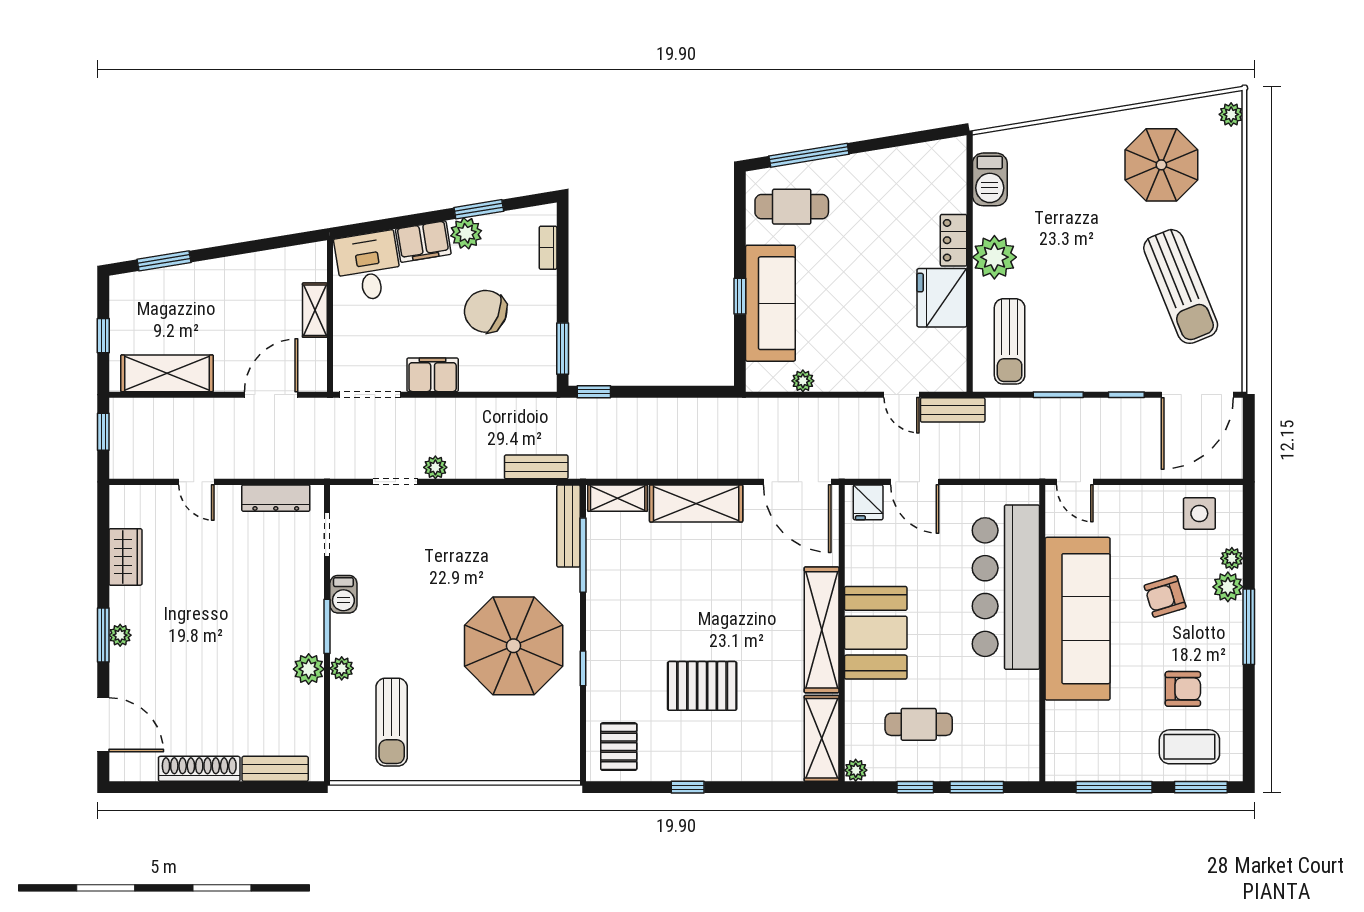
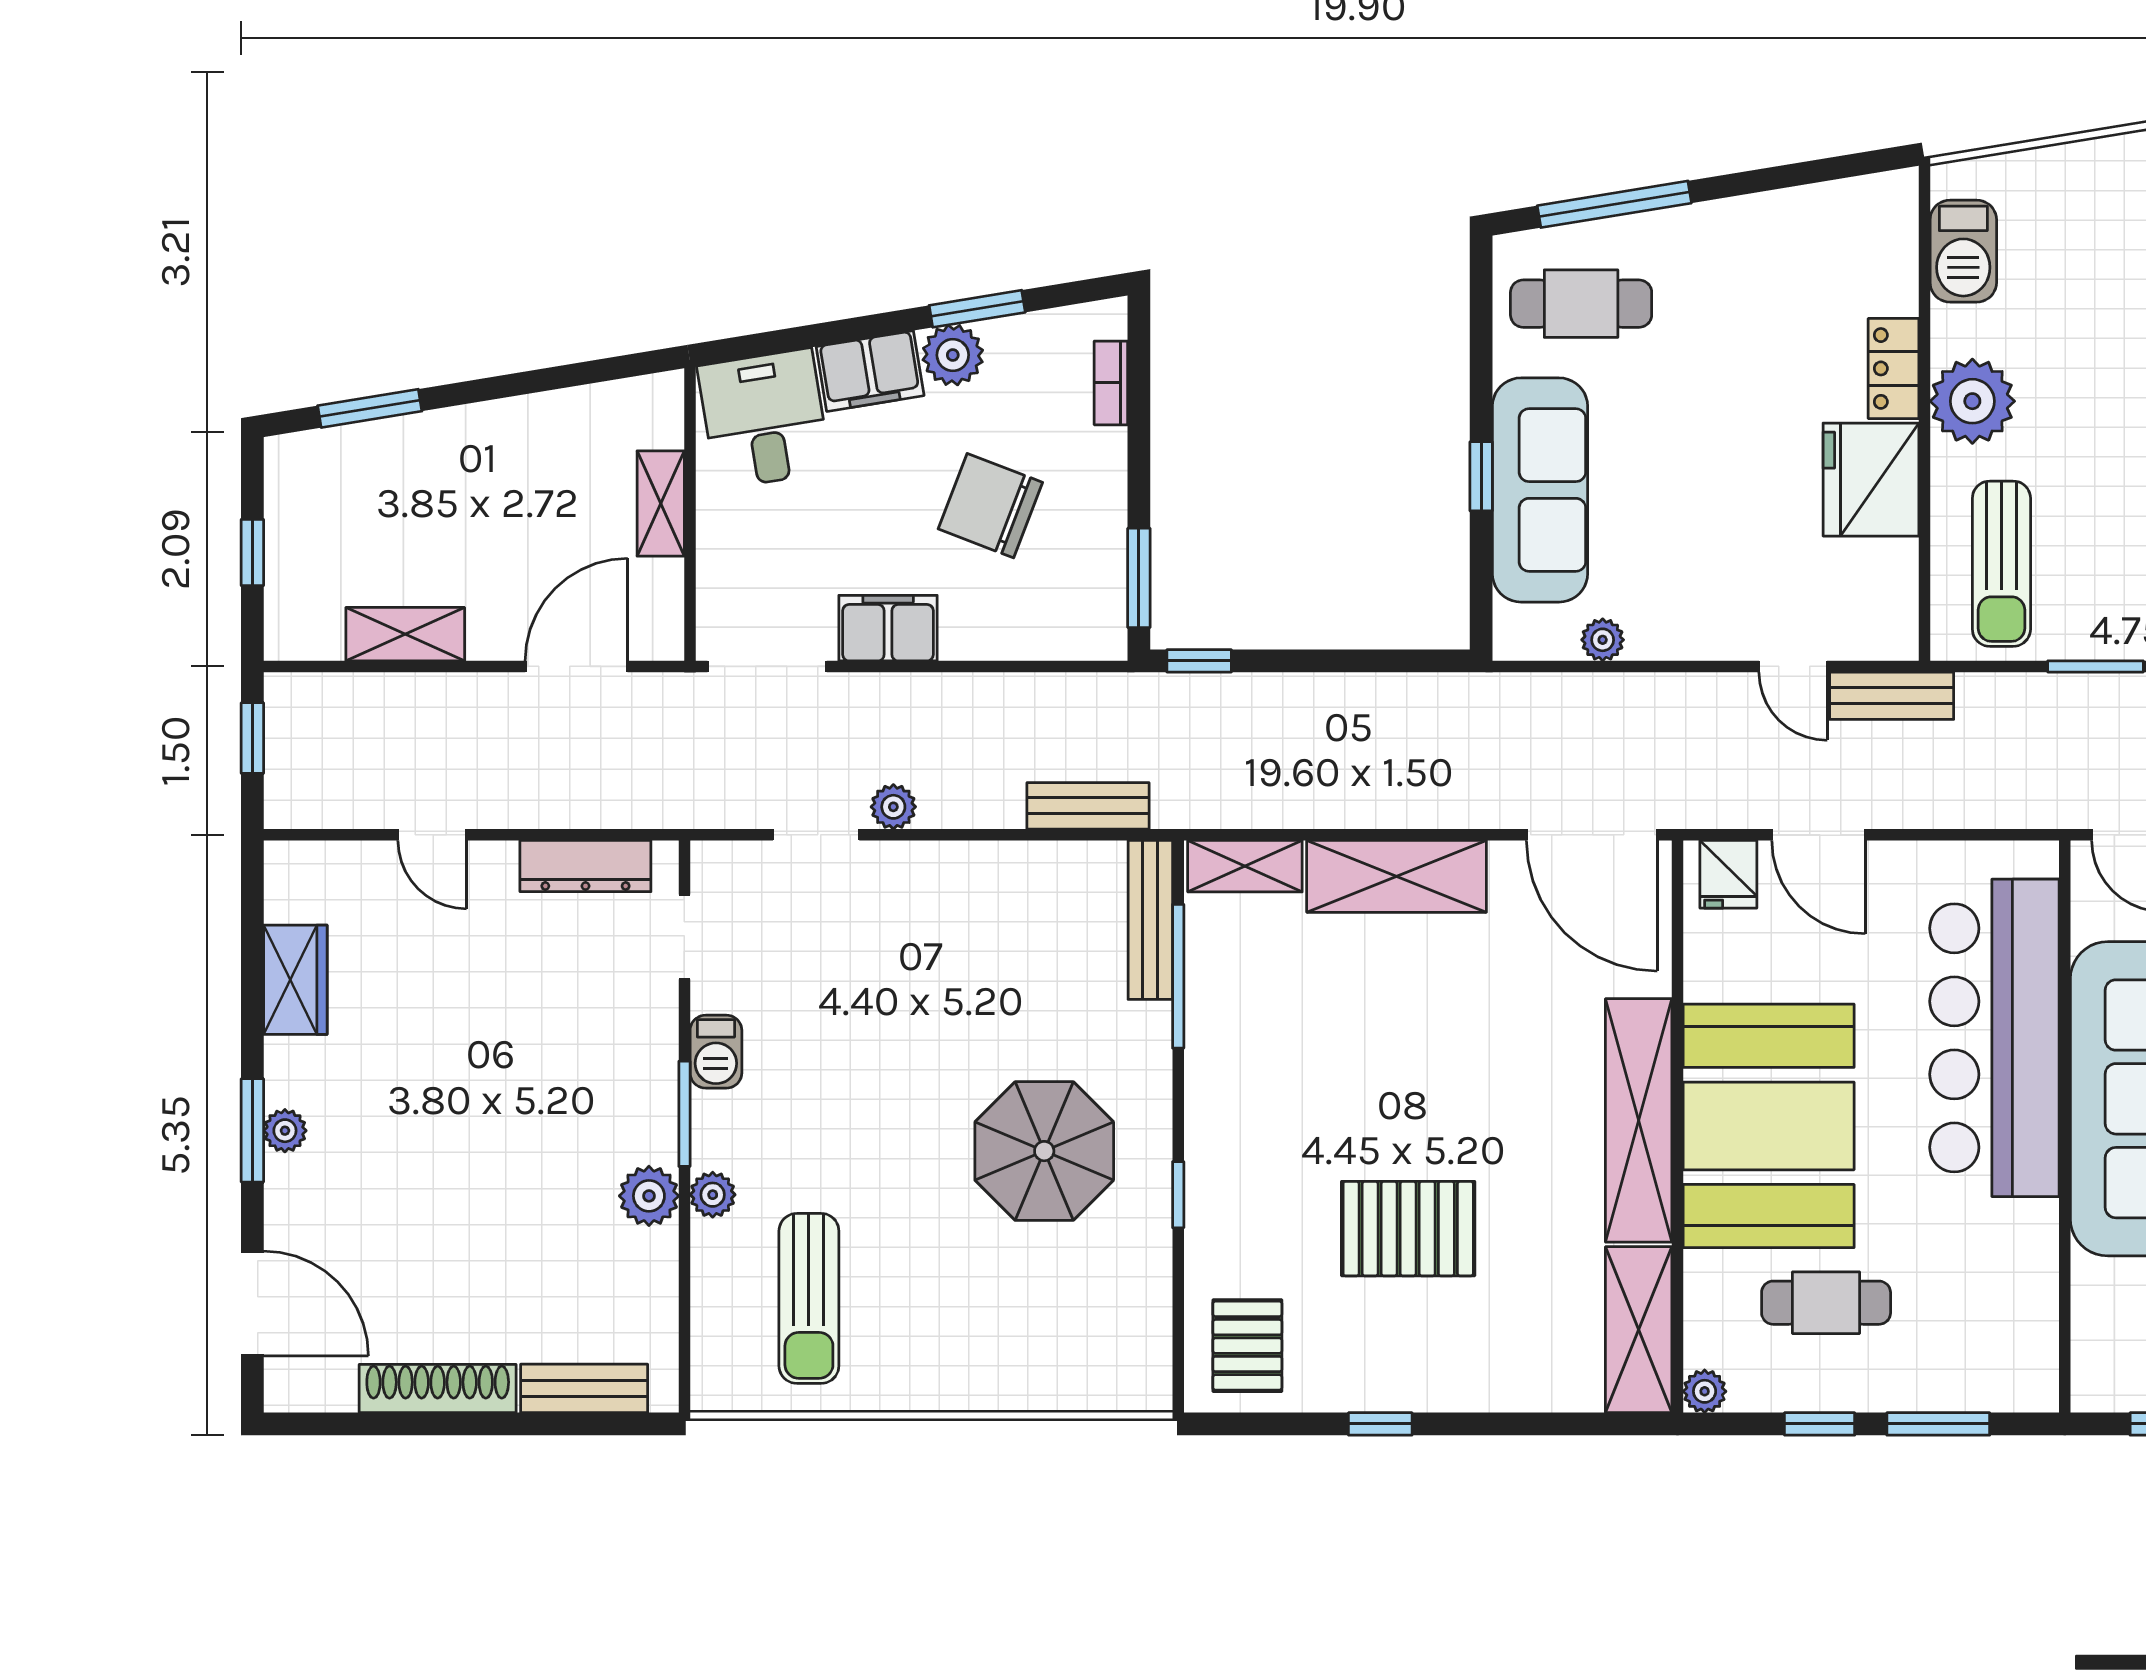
shelving: (167, 373) -> (405, 634), width x0.67, depth x0.75
booth: (876, 633) -> (1769, 1126), width x1.36, depth x1.42
parasol: (514, 646) -> (1044, 1151), width x0.73, depth x0.73

